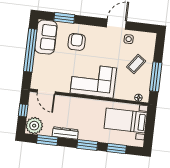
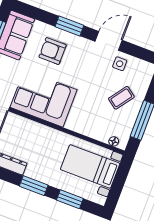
window: (64, 18) -> (69, 26), moved
armchair: (77, 42) -> (53, 51), turned -90
corner sofa: (93, 81) -> (43, 98), moved

